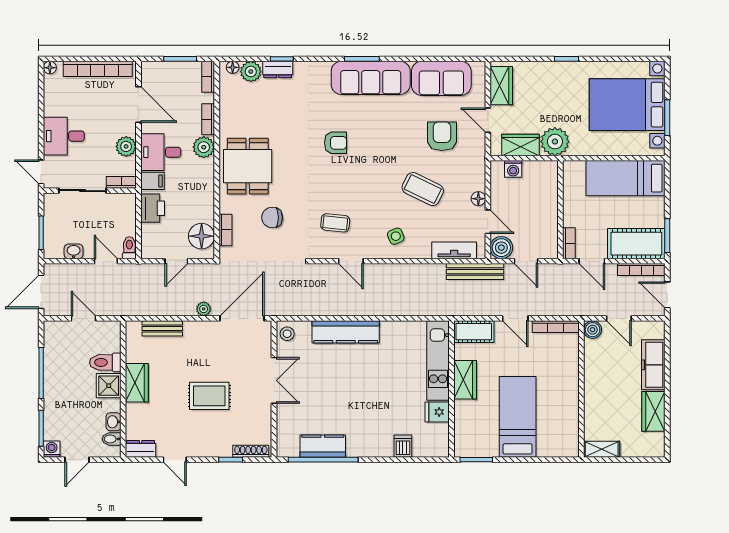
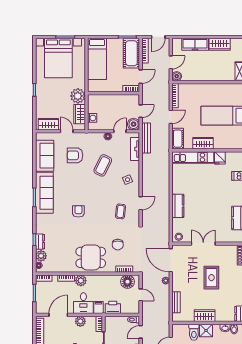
door: (488, 120) -> (67, 131), swing flipped
kitchen counter: (346, 332) -> (178, 206), width x0.67

